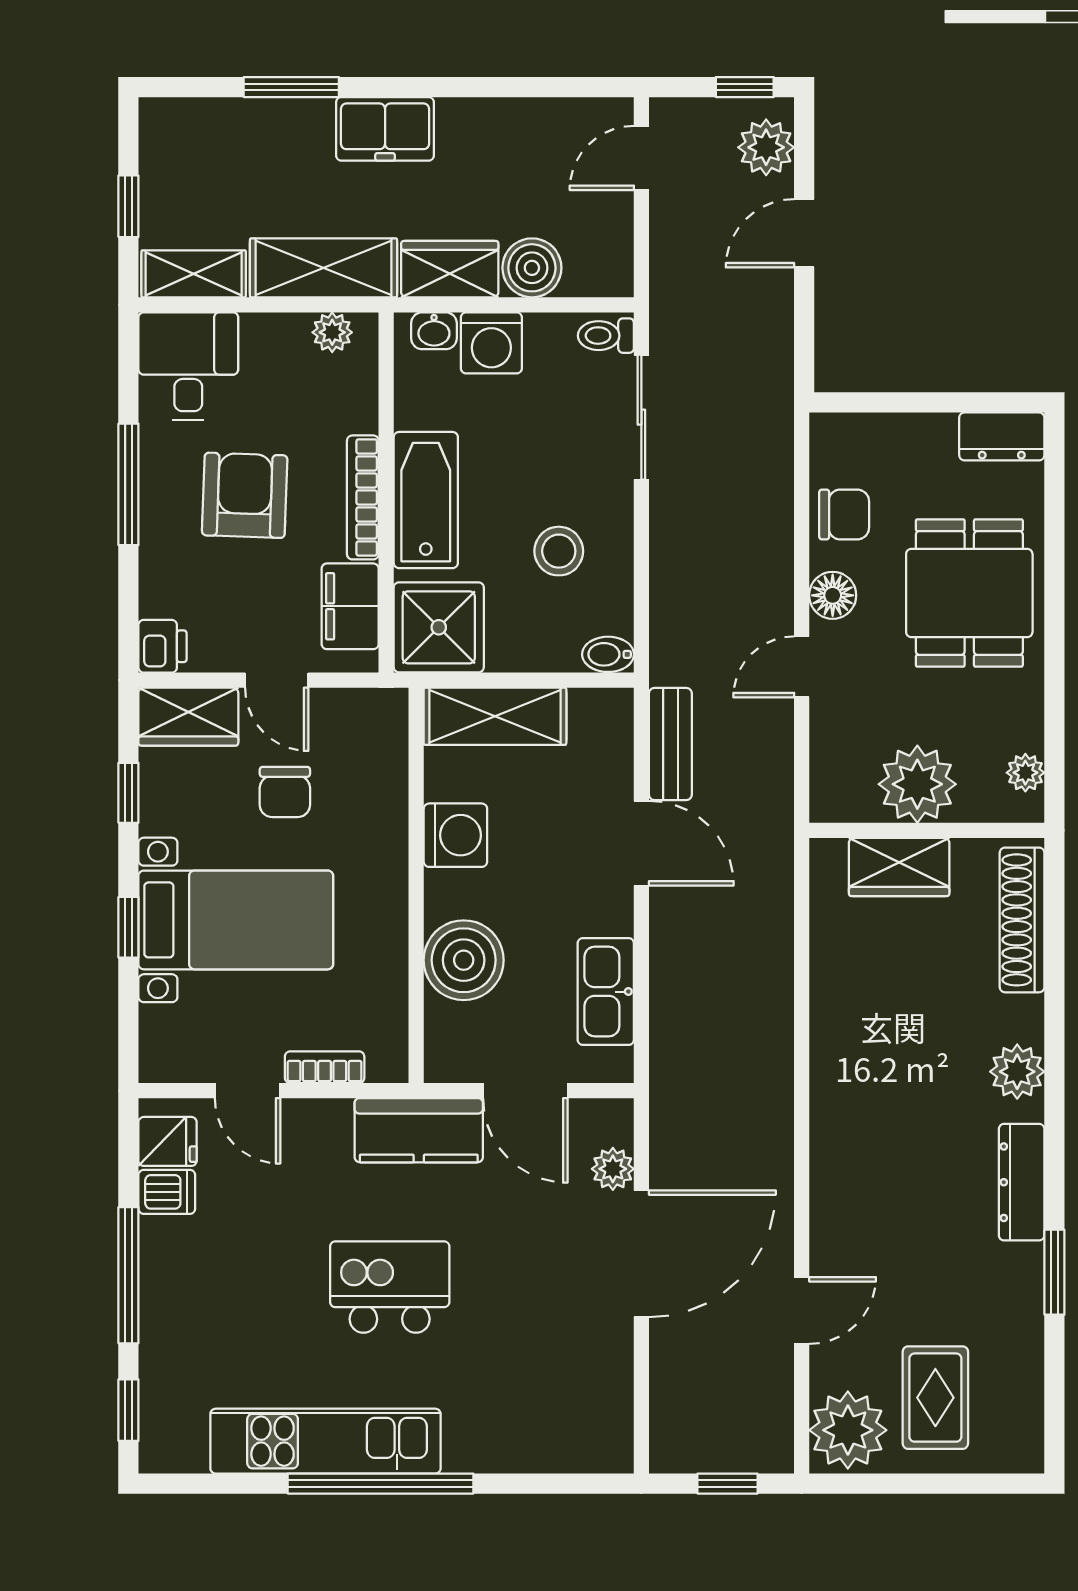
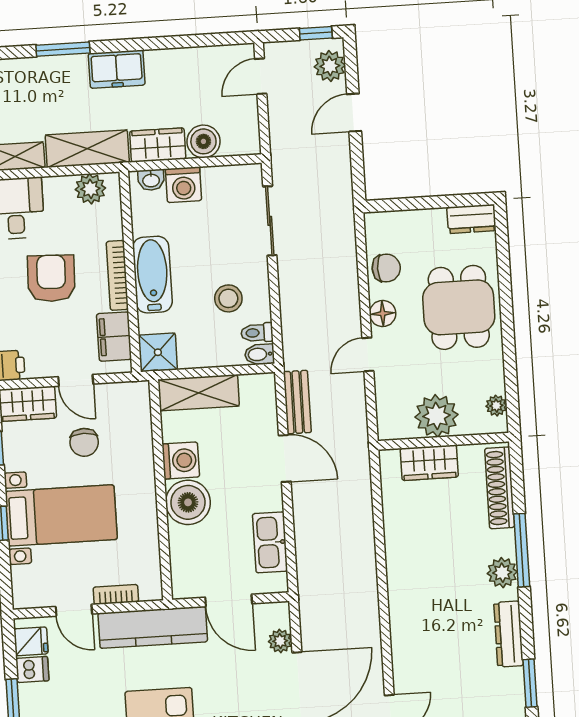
plant: (332, 332) -> (90, 189), width x1.38, depth x1.38
toilet: (606, 336) -> (257, 333), moved
shower: (439, 627) -> (158, 352), width x0.73, depth x0.73
boiler: (464, 960) -> (188, 502), moved
window: (1054, 1034) -> (522, 550), added
kitchen counter: (419, 1130) -> (153, 627), width x1.50

